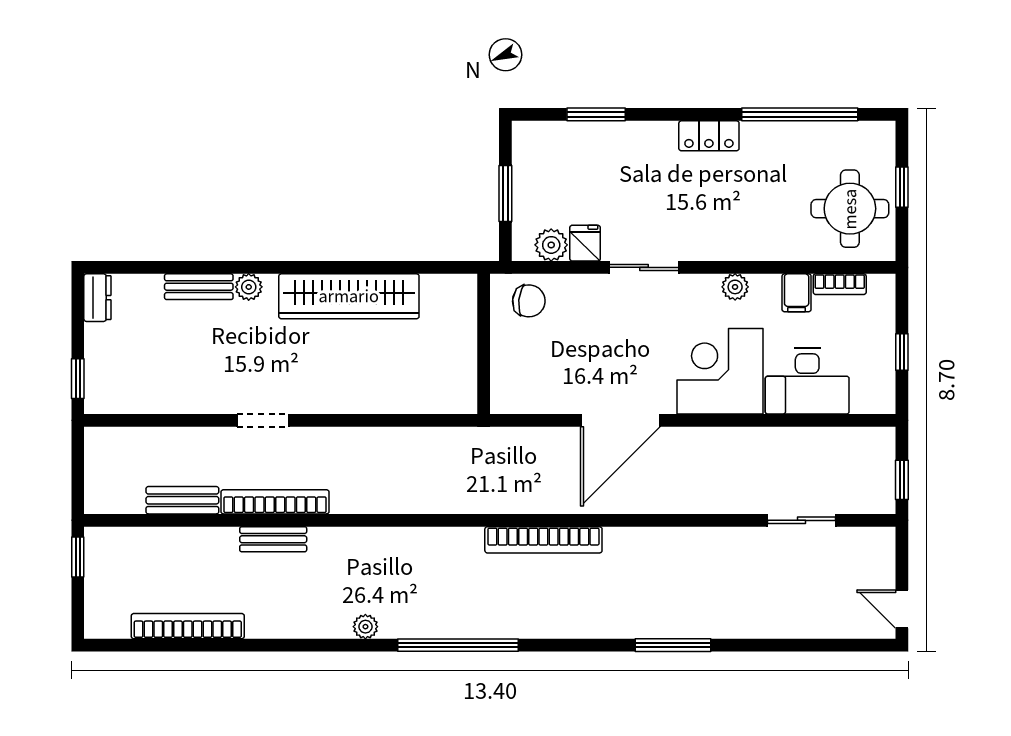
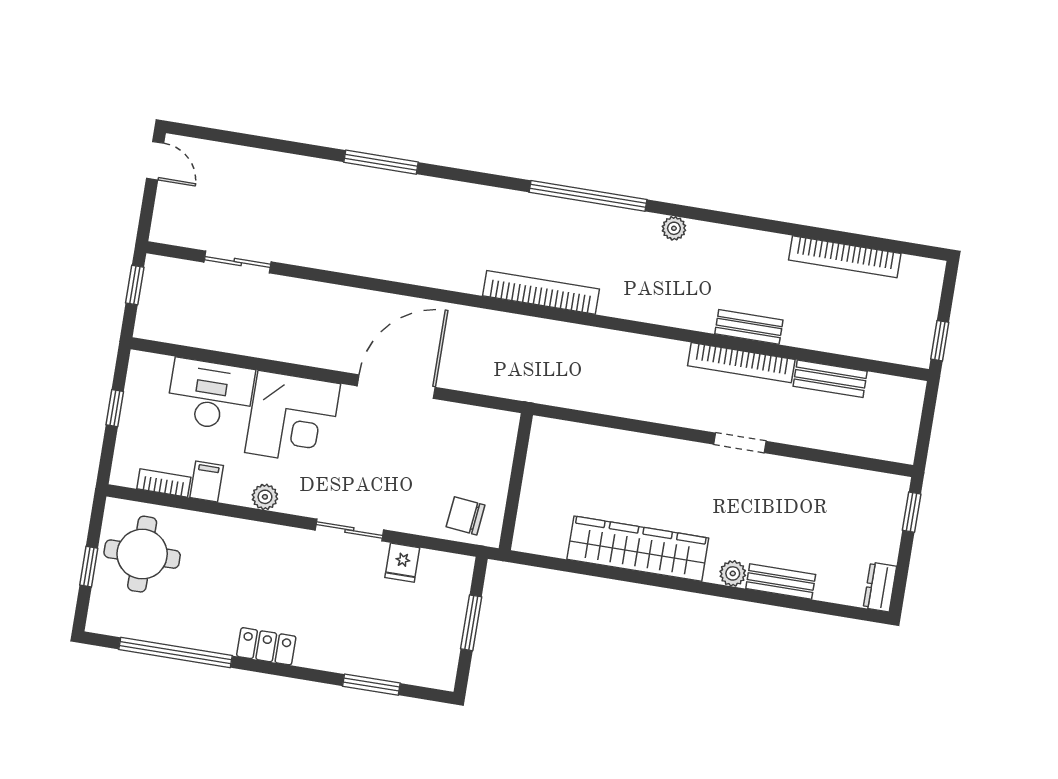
plant: (551, 245) -> (435, 566), removed
bookcase: (543, 540) -> (541, 292), moved

